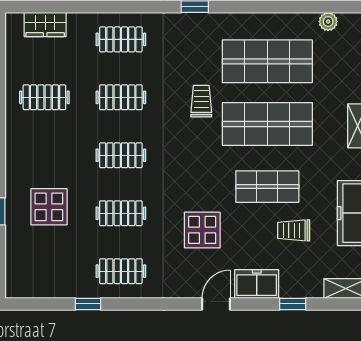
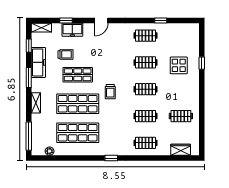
trolley: (201, 101) -> (110, 92), moved
display table: (202, 230) -> (108, 55), removed
freezer: (257, 284) -> (72, 30), moved

